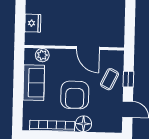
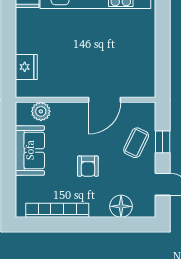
door: (88, 48) -> (105, 100), hinge flipped
armchair: (75, 95) -> (88, 166), width x0.53, depth x0.53
floor lamp: (84, 124) -> (121, 206), moved

